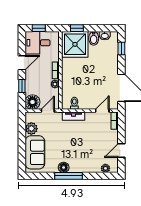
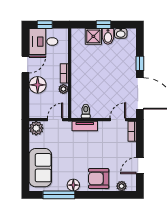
window: (77, 28) -> (104, 25), moved
shower: (75, 44) -> (93, 36), width x0.54, depth x0.54
window: (121, 48) -> (140, 63), moved
window: (22, 86) -> (25, 91), removed
floor lamp: (32, 102) -> (38, 85), moved
plant: (31, 129) -> (36, 128), moved
armchair: (86, 162) -> (99, 179), added
window: (68, 176) -> (59, 195), moved

